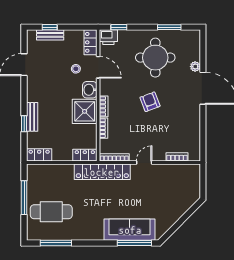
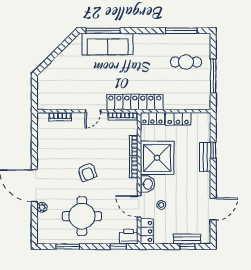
shower: (85, 111) -> (157, 158), width x1.37, depth x1.37
locker: (39, 155) -> (178, 119), moved
cafe table: (51, 212) -> (186, 62), width x0.73, depth x0.74

